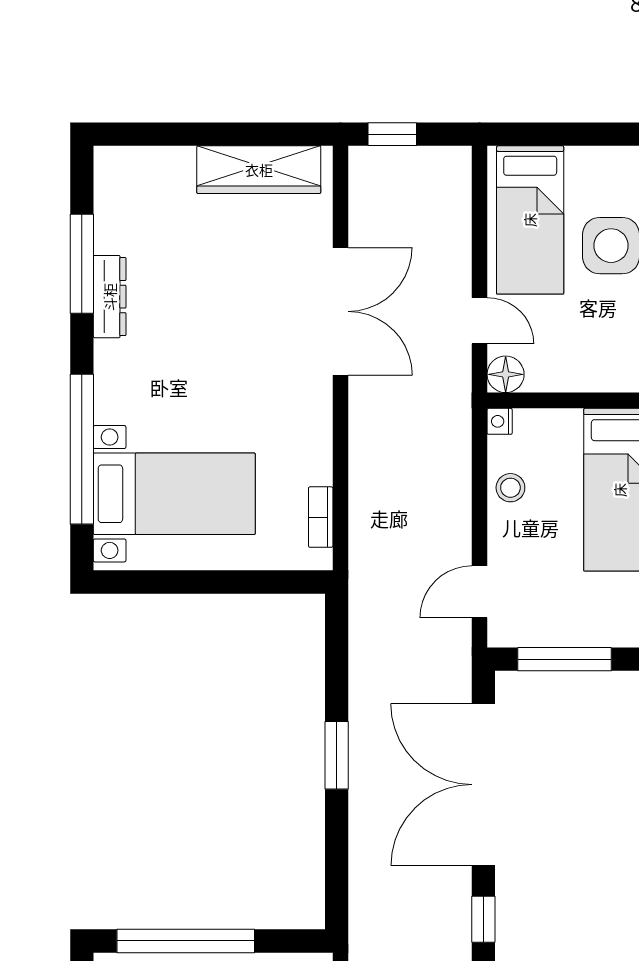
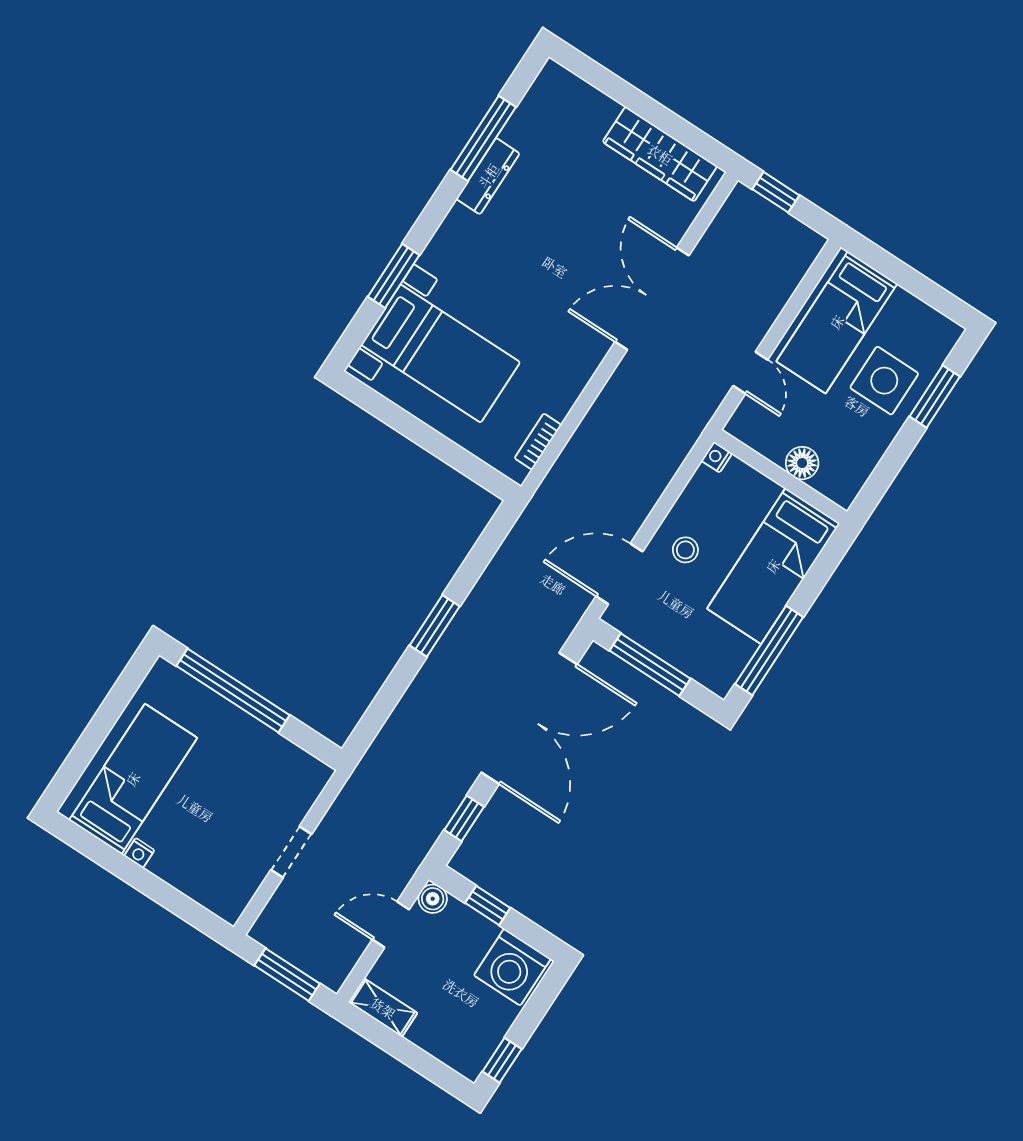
double door: (341, 311) -> (652, 299), swing flipped
floor lamp: (506, 374) -> (802, 463), moved
window: (82, 449) -> (394, 276), width x0.47
stool: (510, 488) -> (685, 550), moved
door: (479, 592) -> (619, 574), width x1.38
double door: (483, 785) -> (529, 718), swing flipped

